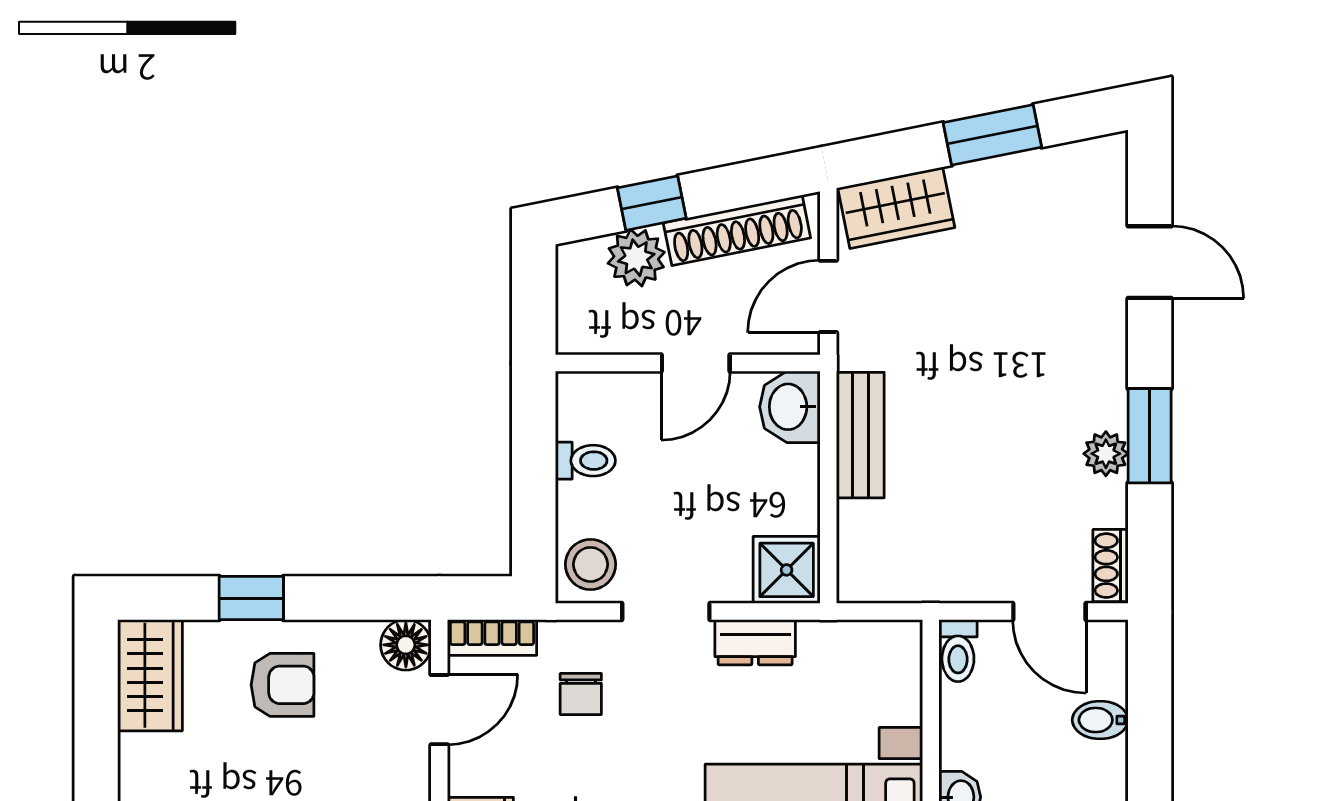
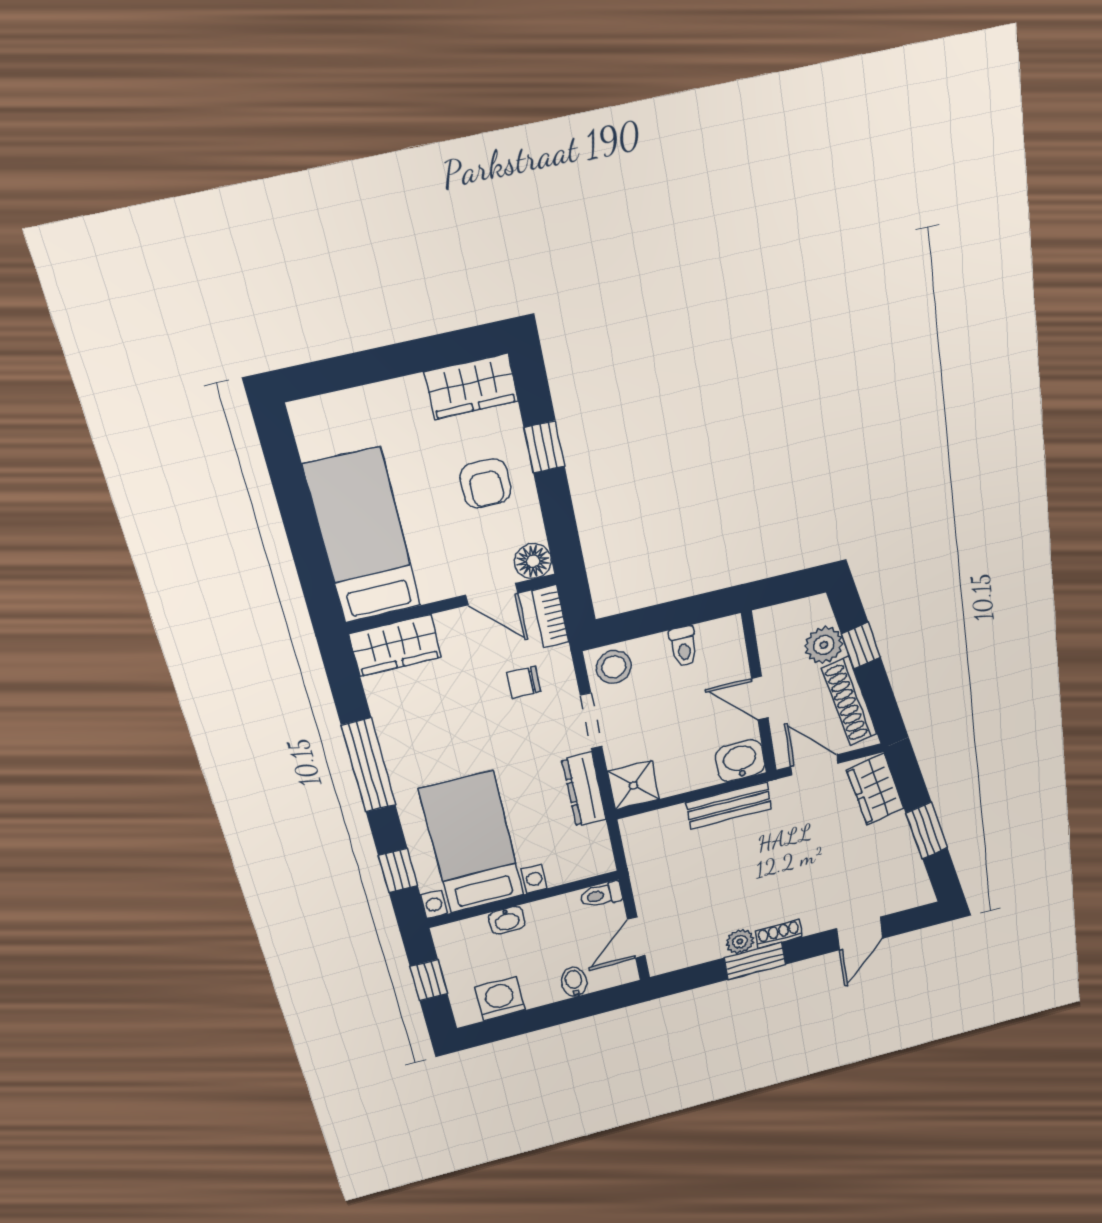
shoe rack: (1110, 566) -> (779, 934), moved
dresser: (755, 642) -> (584, 789), width x1.44

